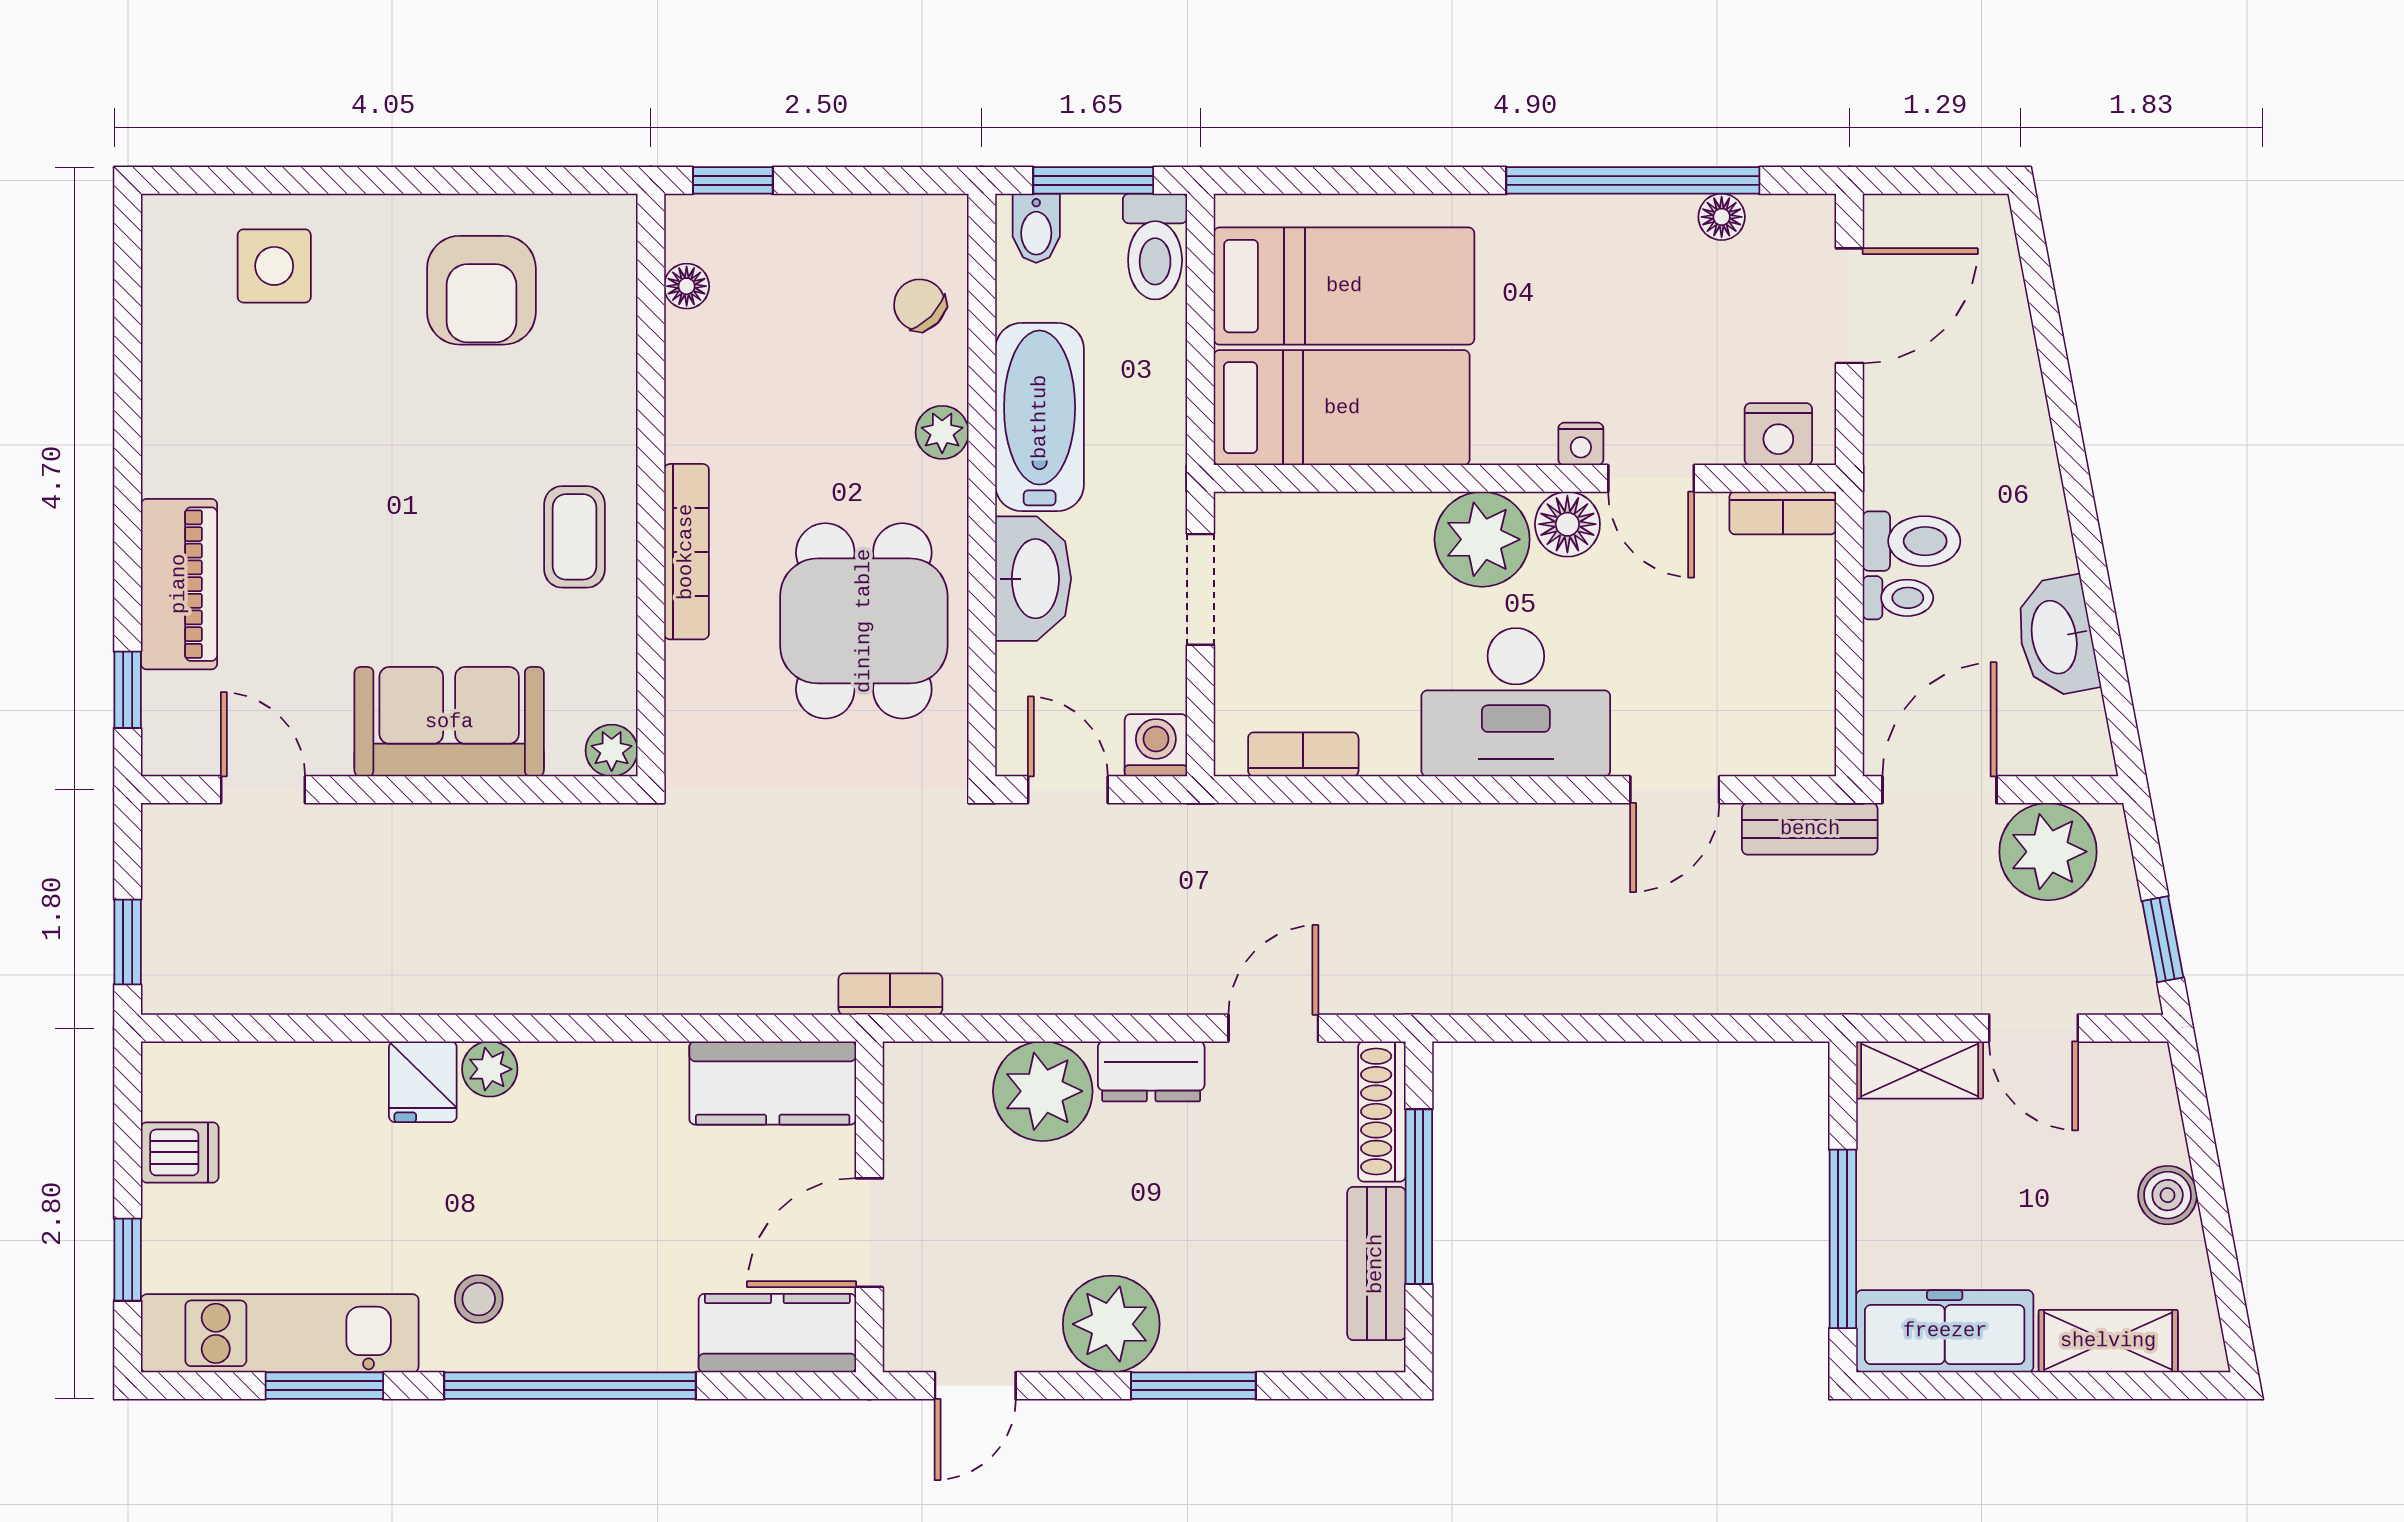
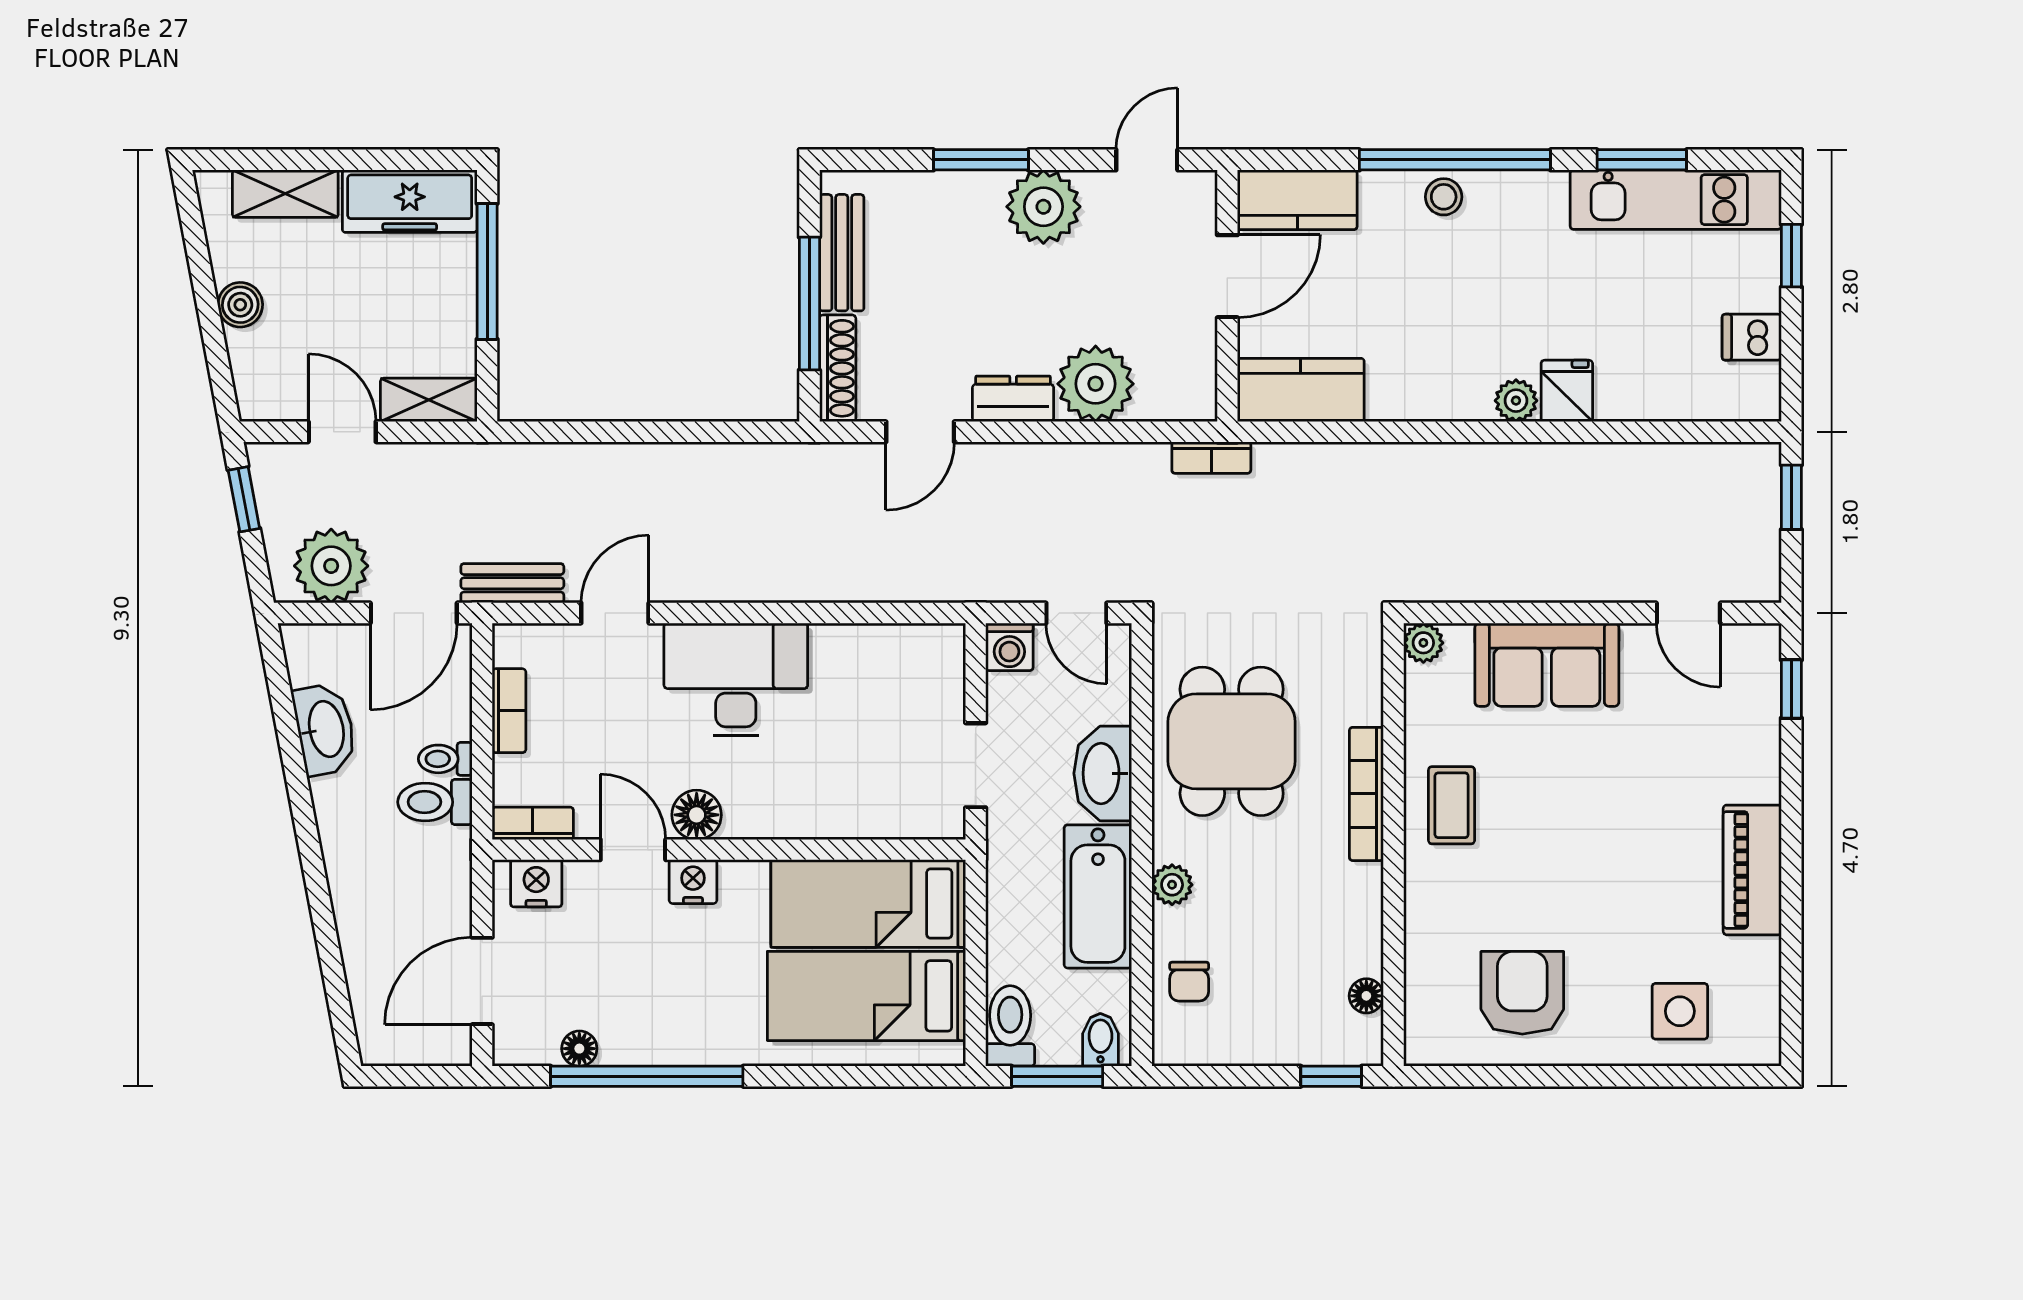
chair: (920, 305) -> (1189, 982), turned 46
nightstand: (1581, 444) -> (693, 882), width x1.39, depth x1.35
plant: (1482, 539) -> (761, 803), removed
piano: (179, 584) -> (1752, 870), moved
bookcase: (1303, 754) -> (509, 711), moved, turned -90
stool: (479, 1299) -> (1444, 197), moved

